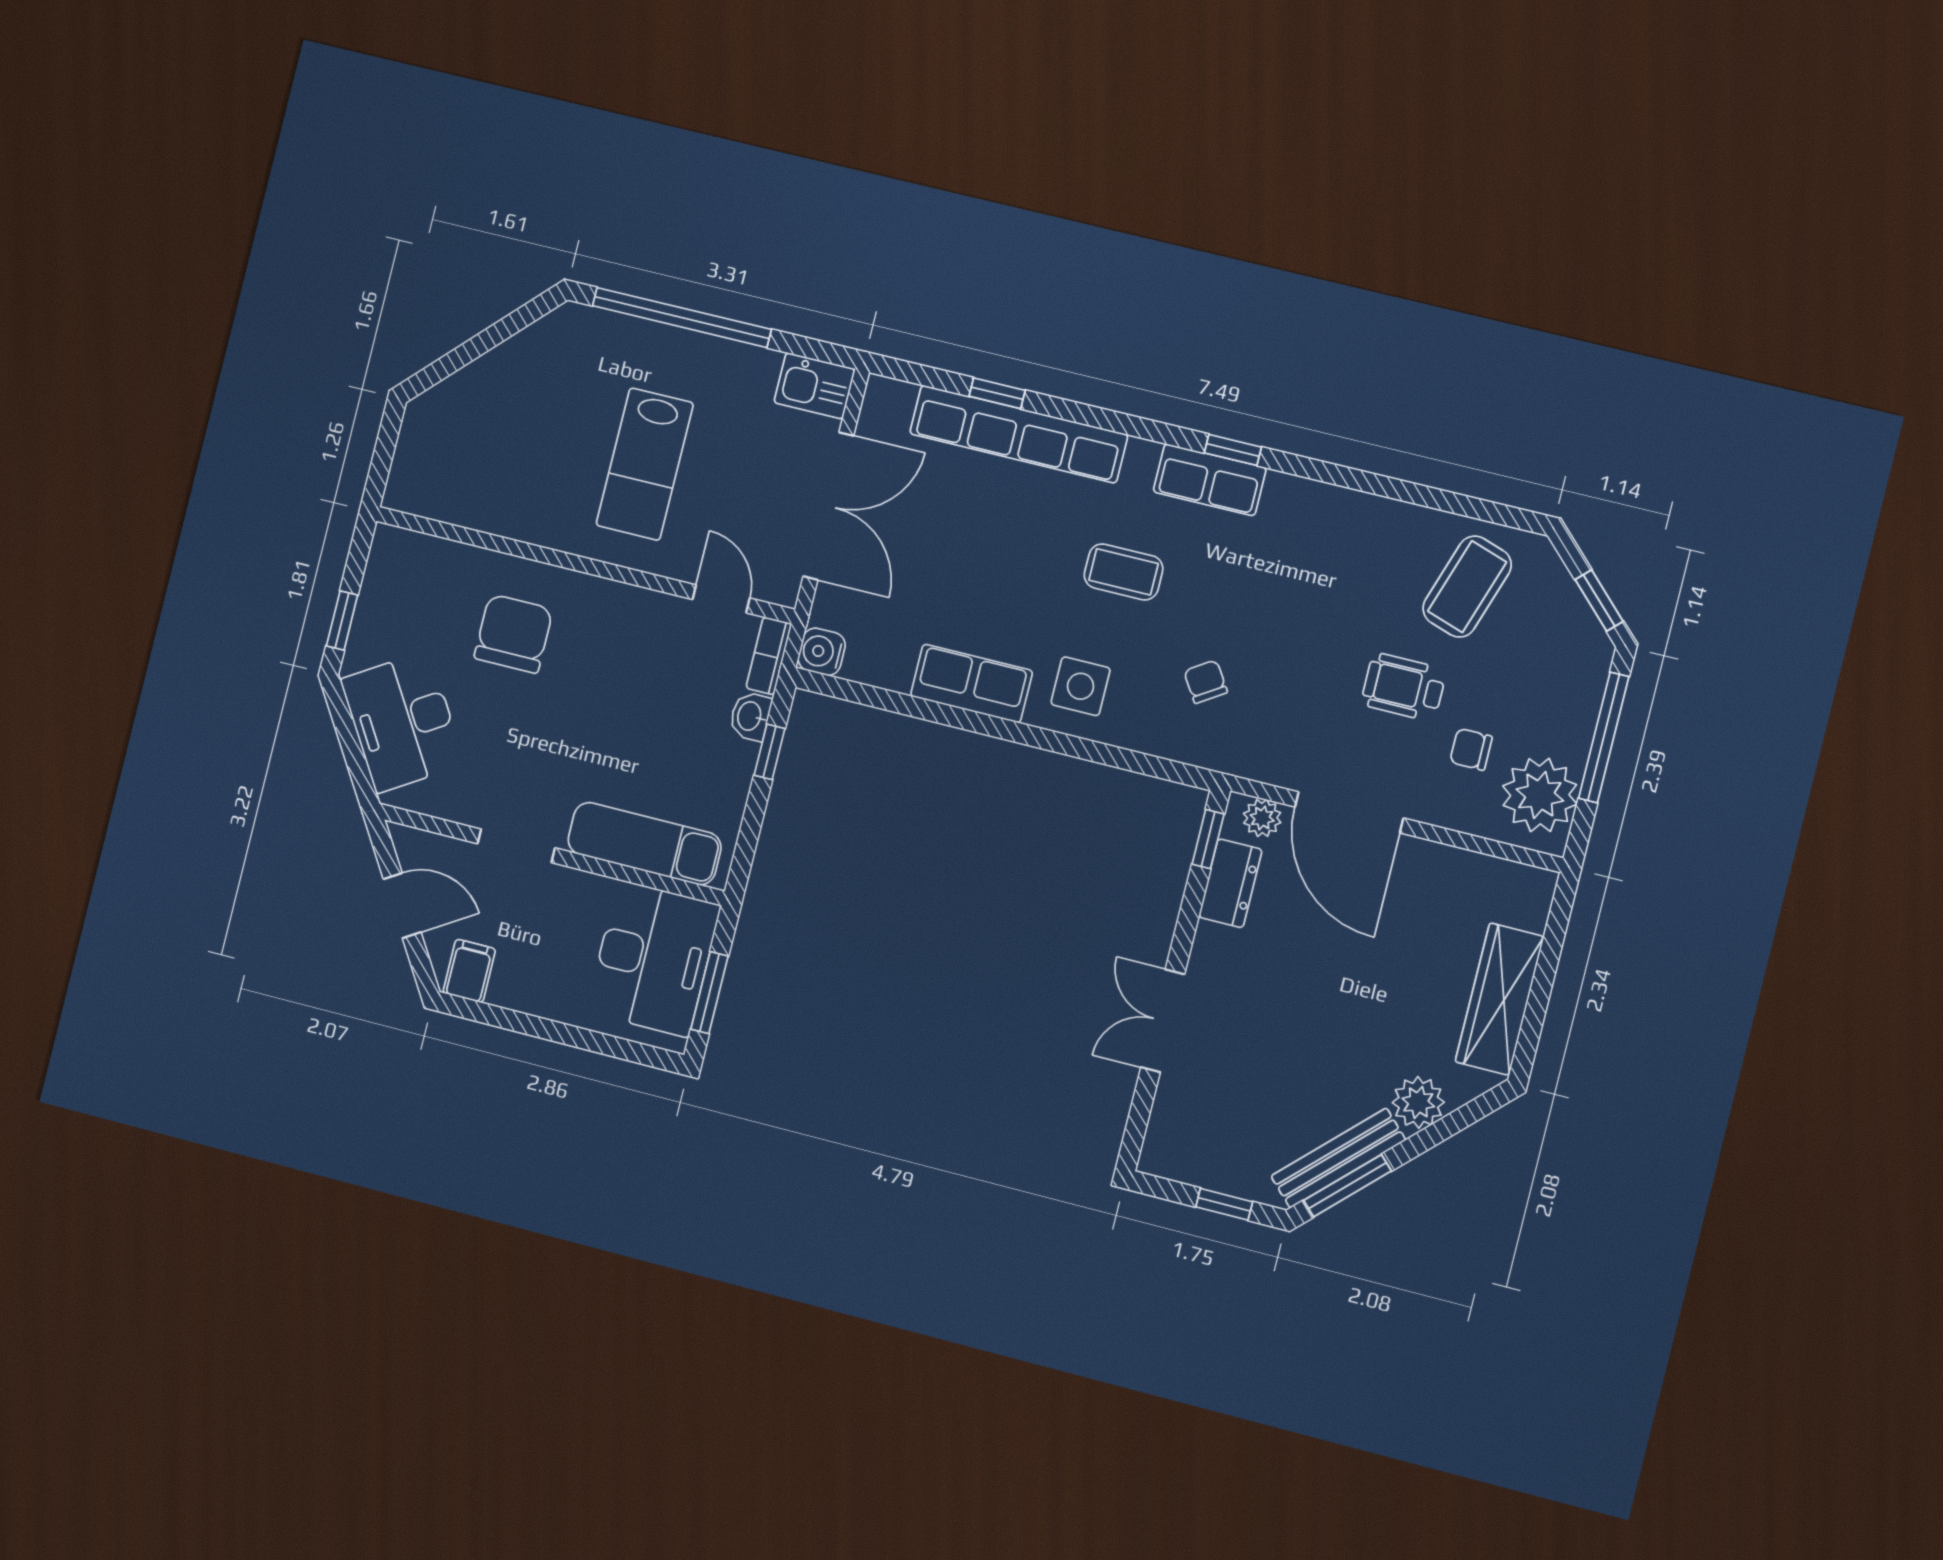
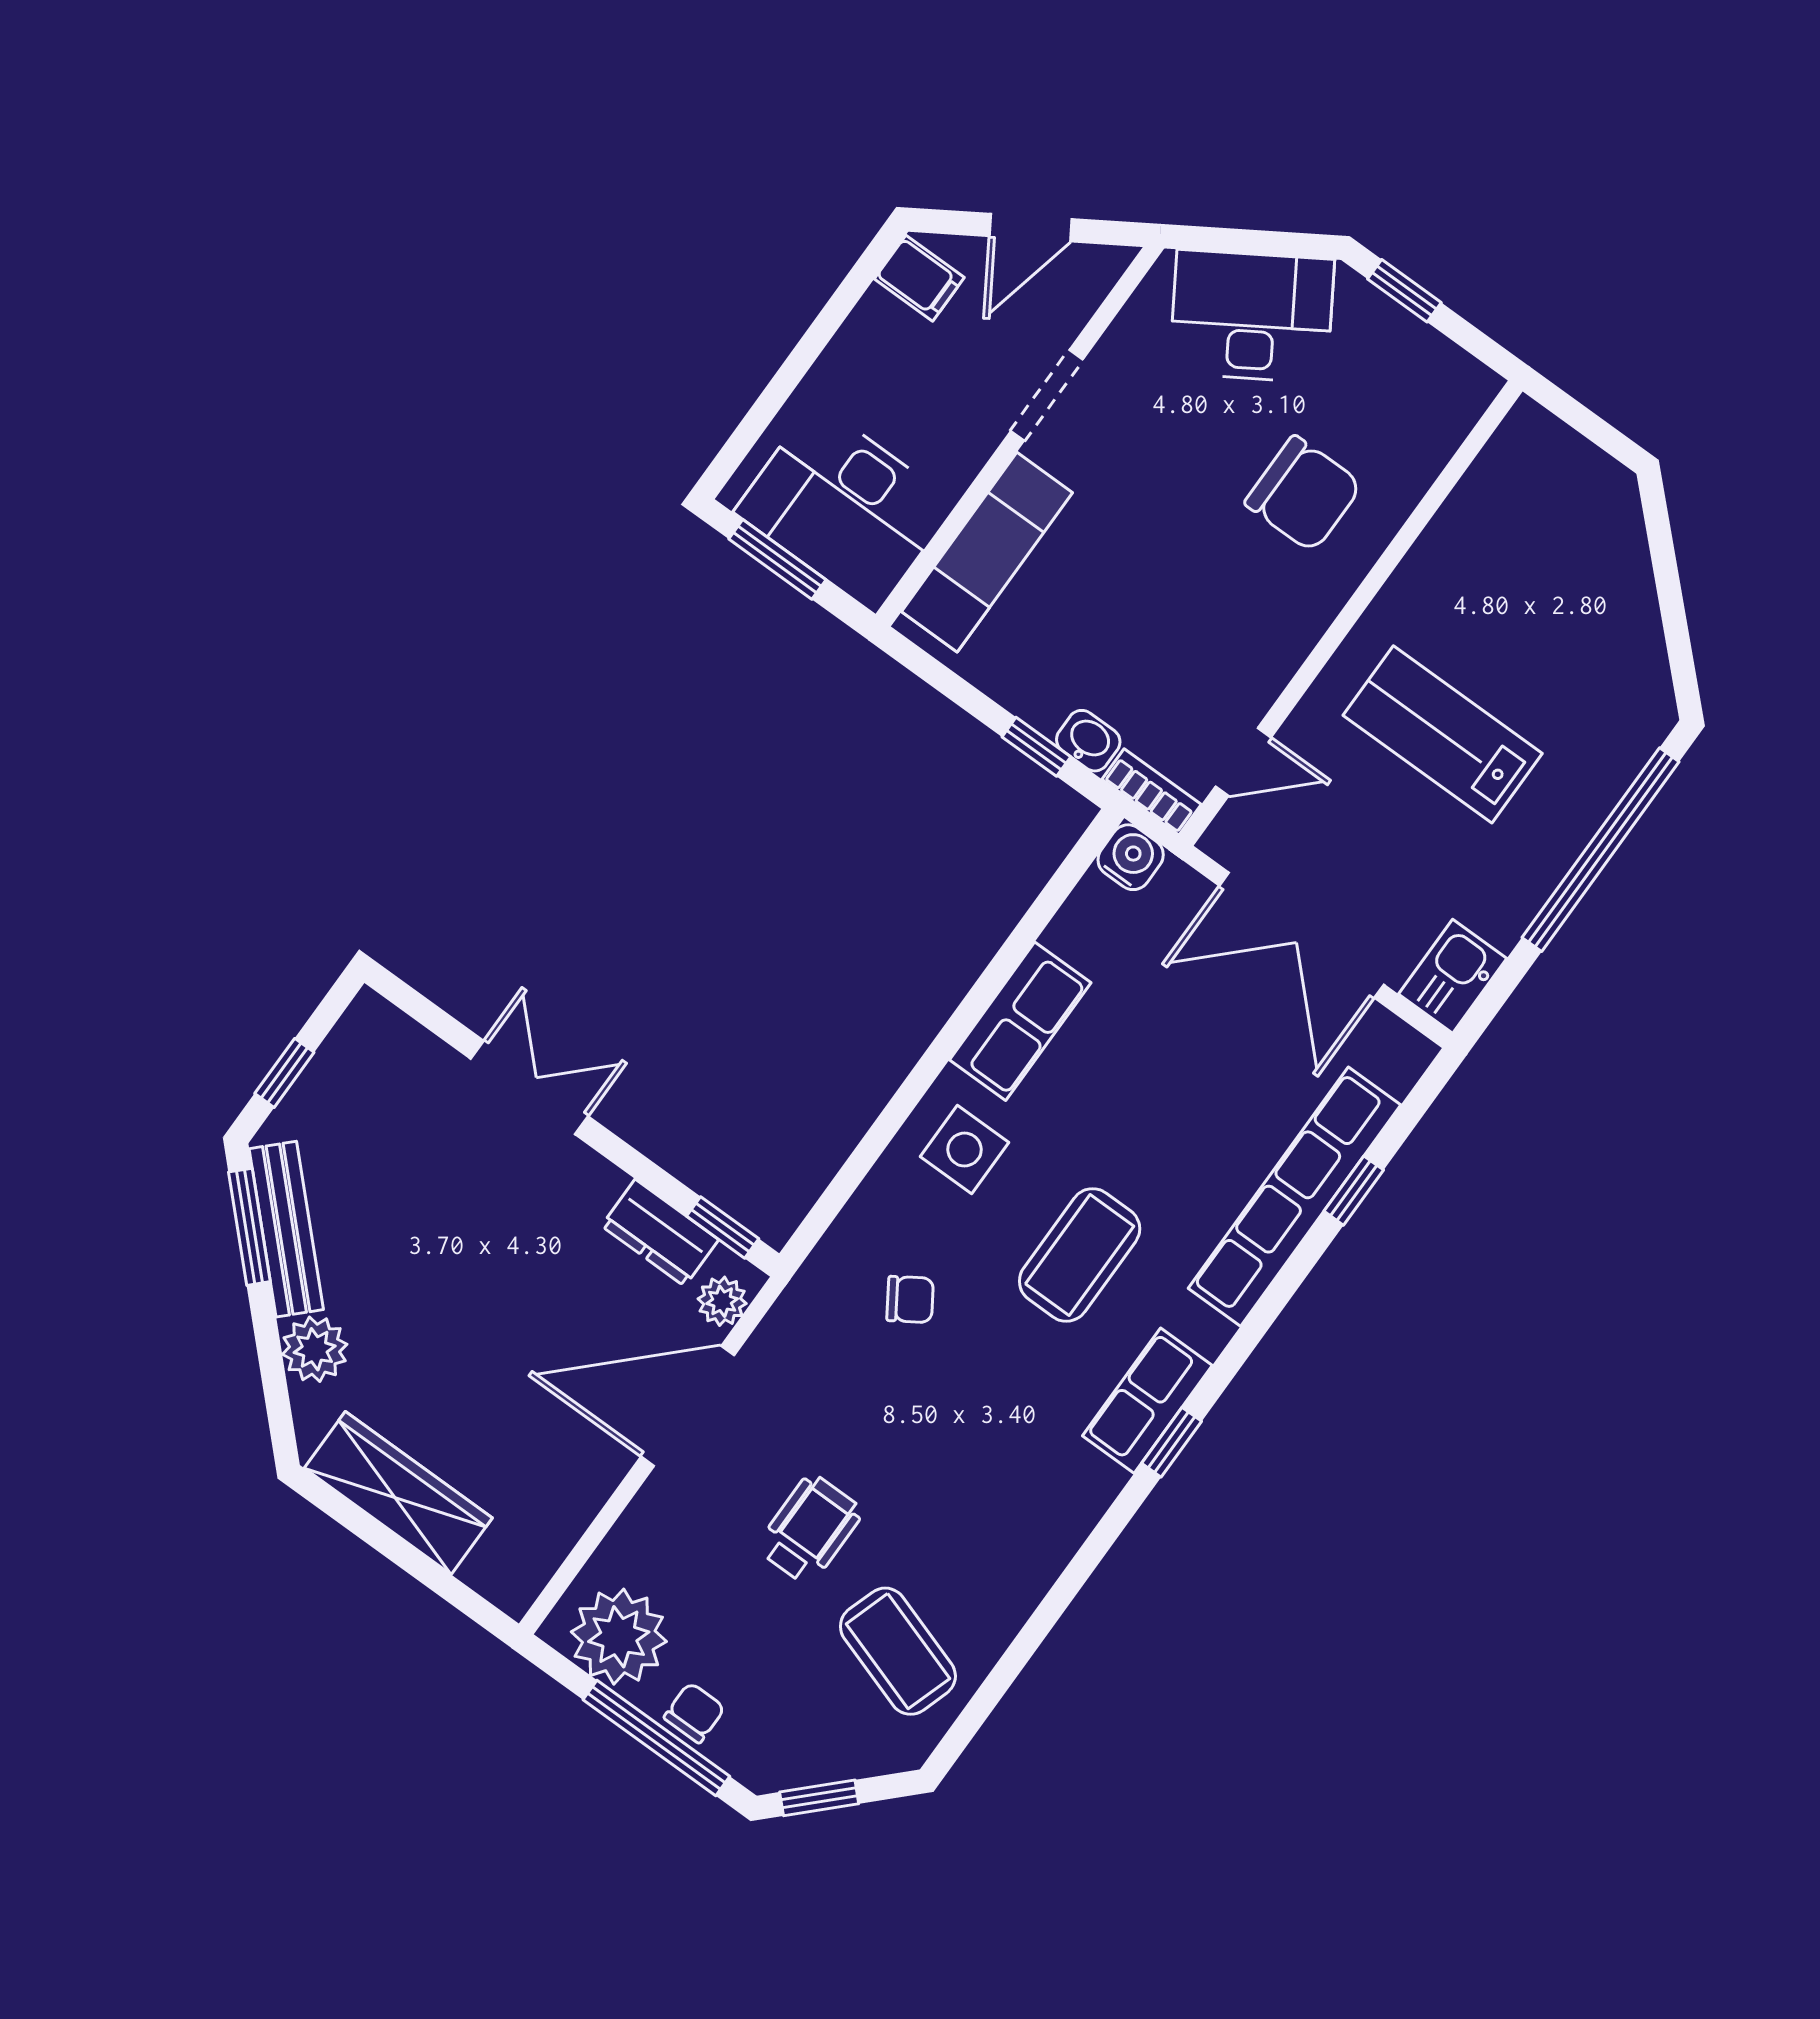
coffee table: (1124, 572) -> (1080, 1255), width x1.36, depth x1.30
chair: (1471, 749) -> (694, 1713), moved

